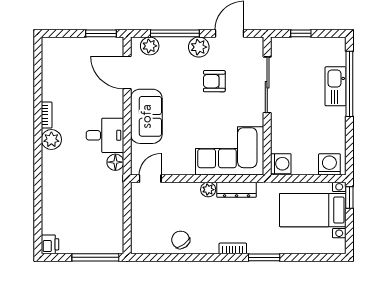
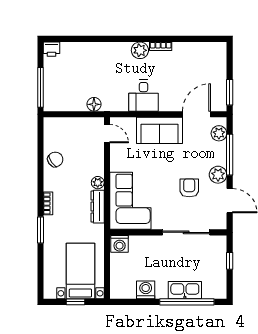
floor lamp: (115, 162) -> (94, 104), moved
washing machine: (329, 164) -> (146, 290), moved, turned -90
window: (349, 197) -> (76, 302), moved

